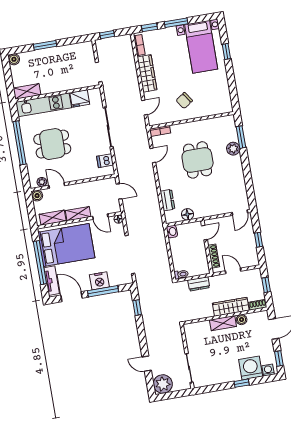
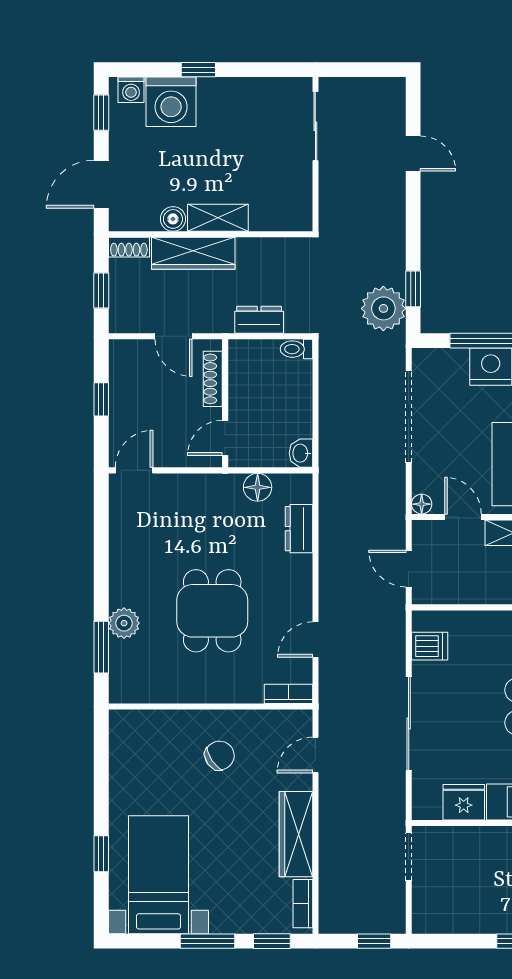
plant: (163, 384) -> (383, 308), moved

